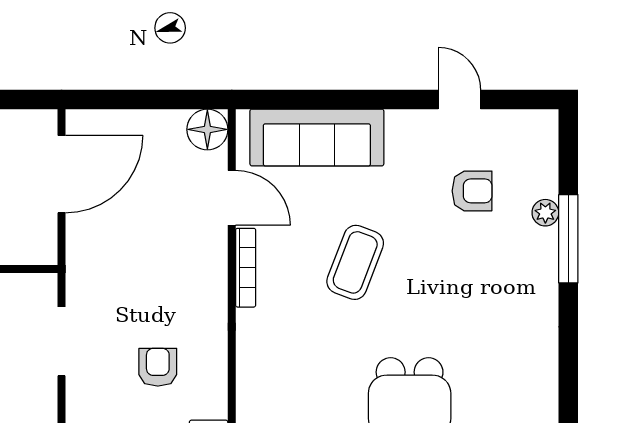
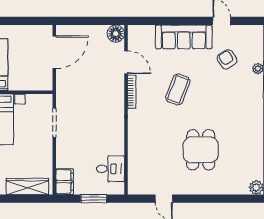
sofa: (317, 137) -> (184, 37), moved
armchair: (472, 191) -> (227, 59), turned -122
armchair: (158, 367) -> (95, 134), removed

